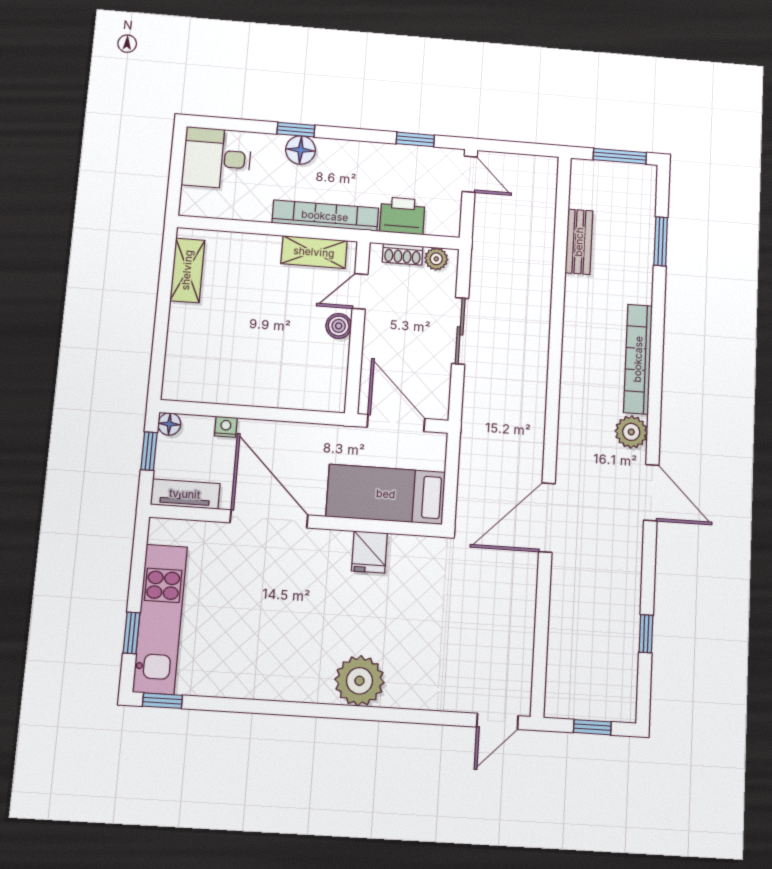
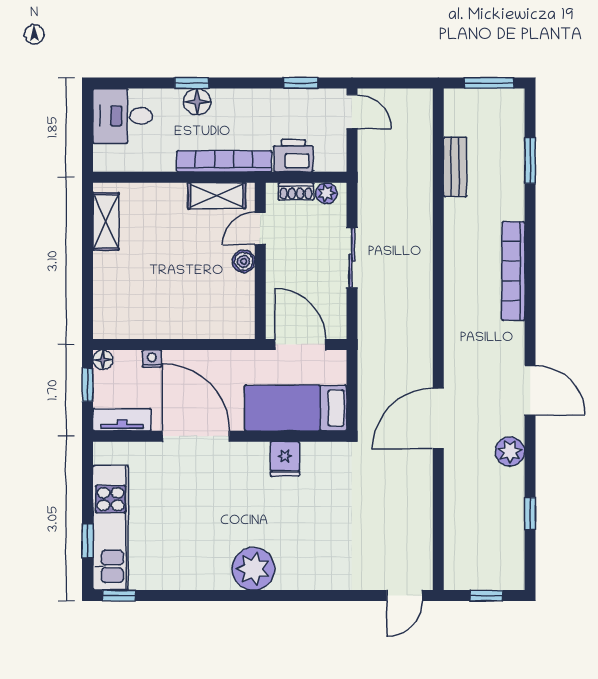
plant: (631, 432) -> (510, 451), moved
plant: (359, 681) -> (253, 569), moved

